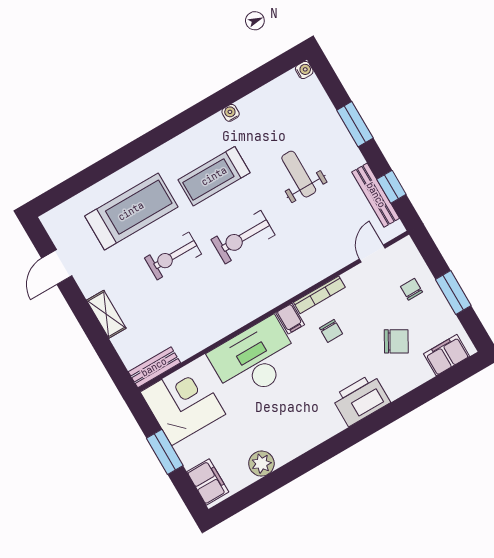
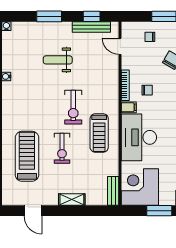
treadmill: (214, 176) -> (99, 133), moved

